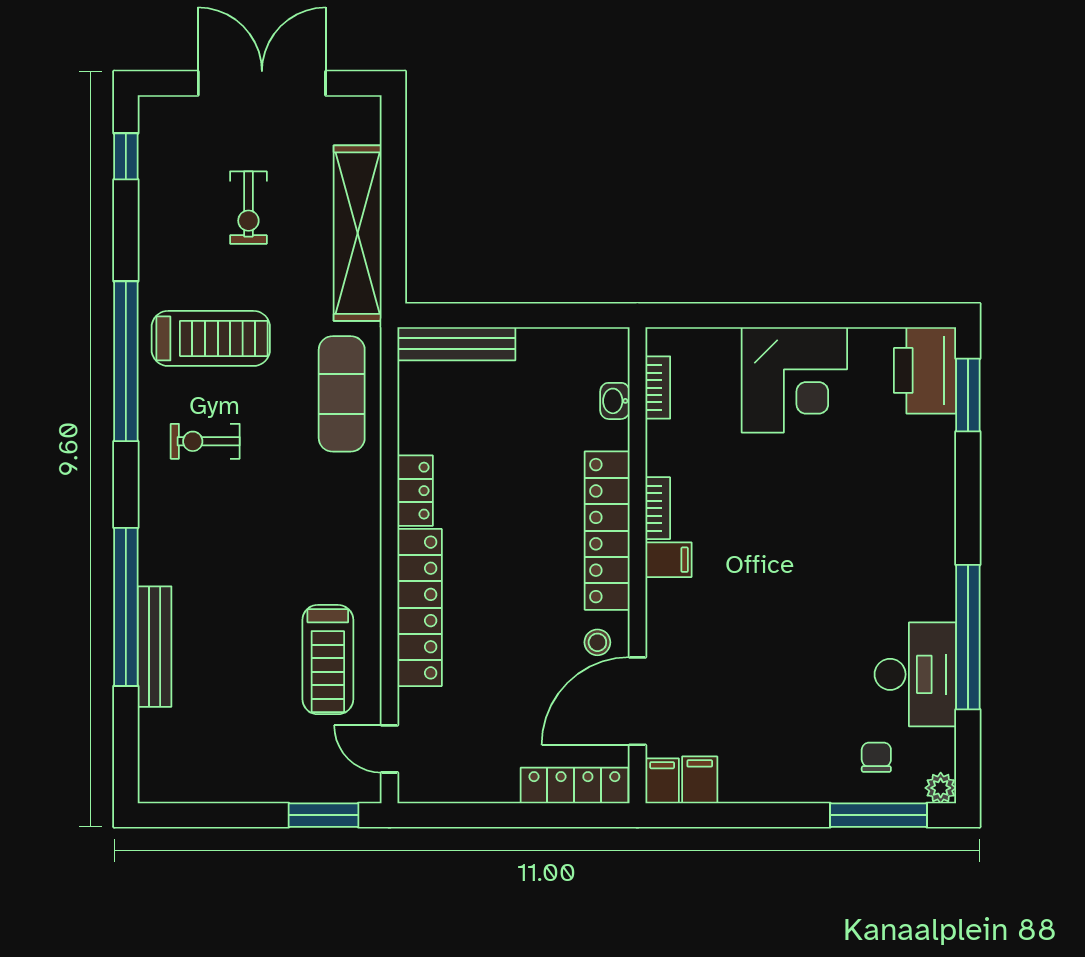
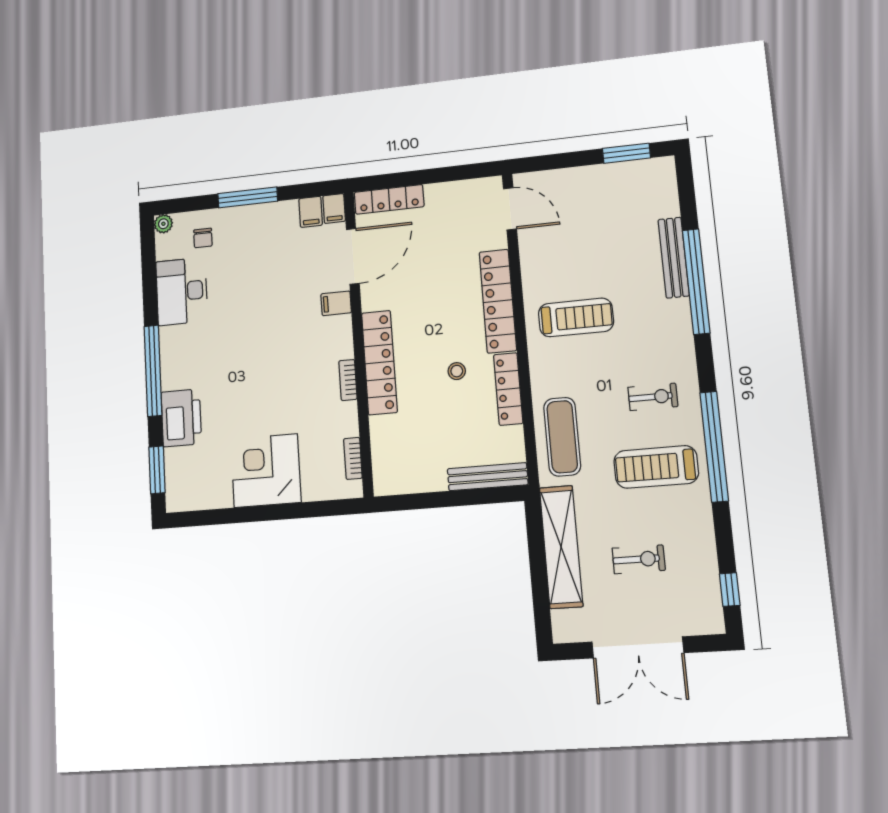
exercise bike: (248, 208) -> (639, 559), turned 90
printer: (925, 370) -> (181, 418), moved
washbasin: (615, 401) -> (380, 447), removed
locker: (415, 491) -> (508, 389), width x1.53
filing cabinet: (668, 560) -> (336, 303), moved
window: (968, 637) -> (153, 371), moved
stool: (597, 642) -> (457, 371), moved
treadmill: (328, 660) -> (576, 317), moved, turned 90
door: (389, 749) -> (510, 209), width x1.38
window: (324, 815) -> (626, 153), moved
window: (879, 815) -> (248, 197), moved

